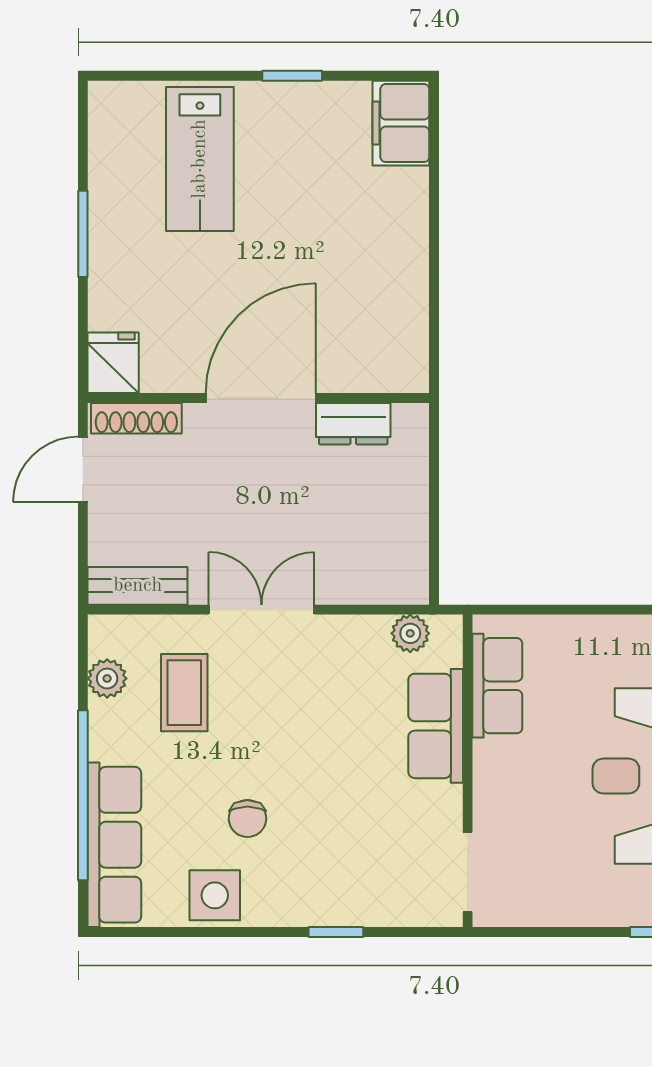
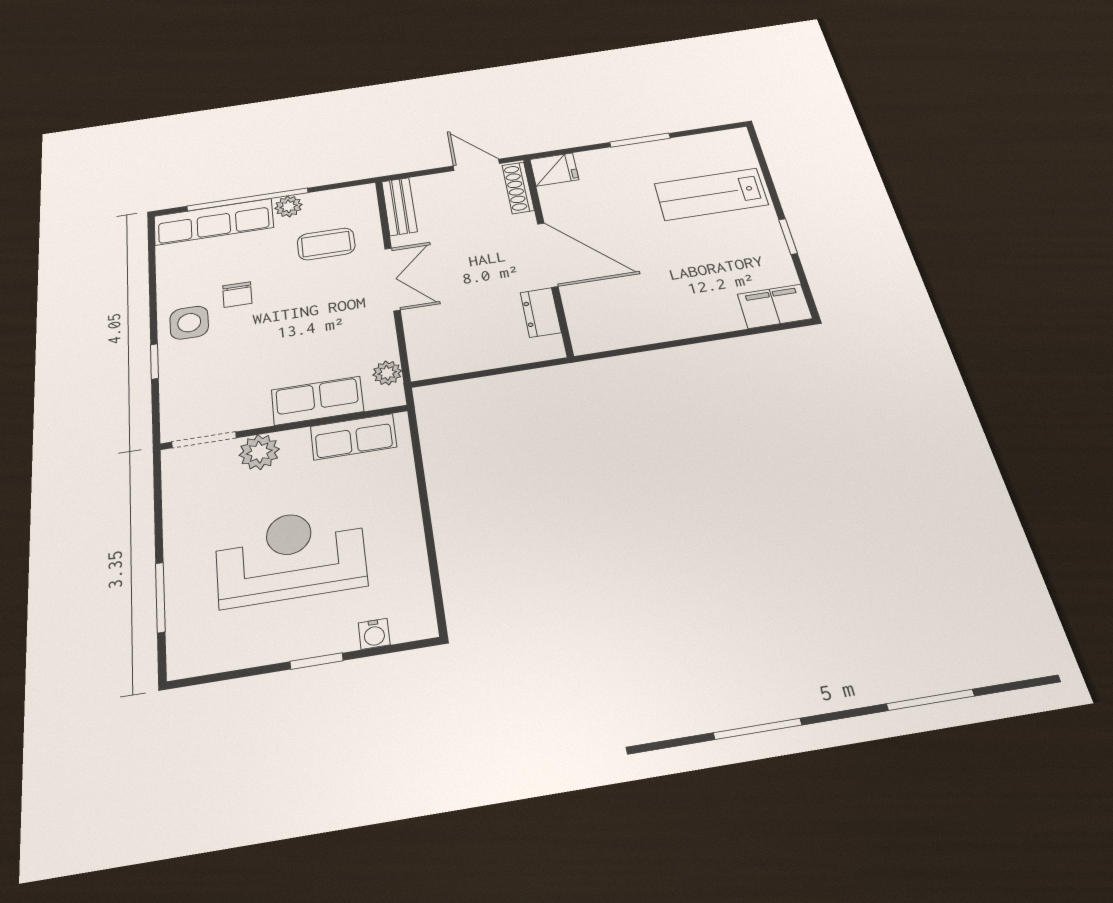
plant: (107, 678) -> (288, 206), moved
plant: (498, 804) -> (259, 452), added
chair: (247, 818) -> (237, 295), turned -90
side table: (215, 895) -> (189, 323), moved

